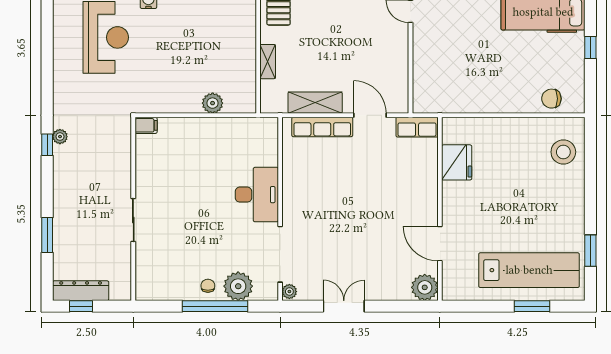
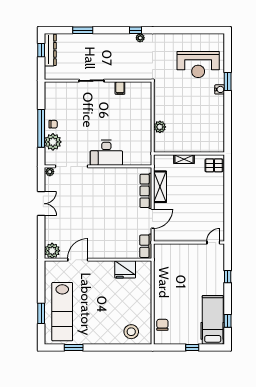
filing cabinet: (146, 125) -> (120, 88), moved

